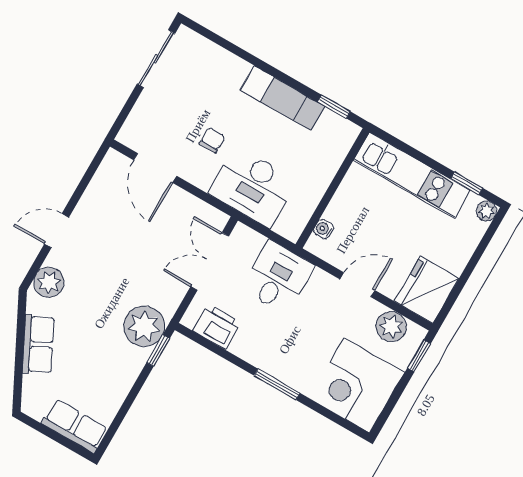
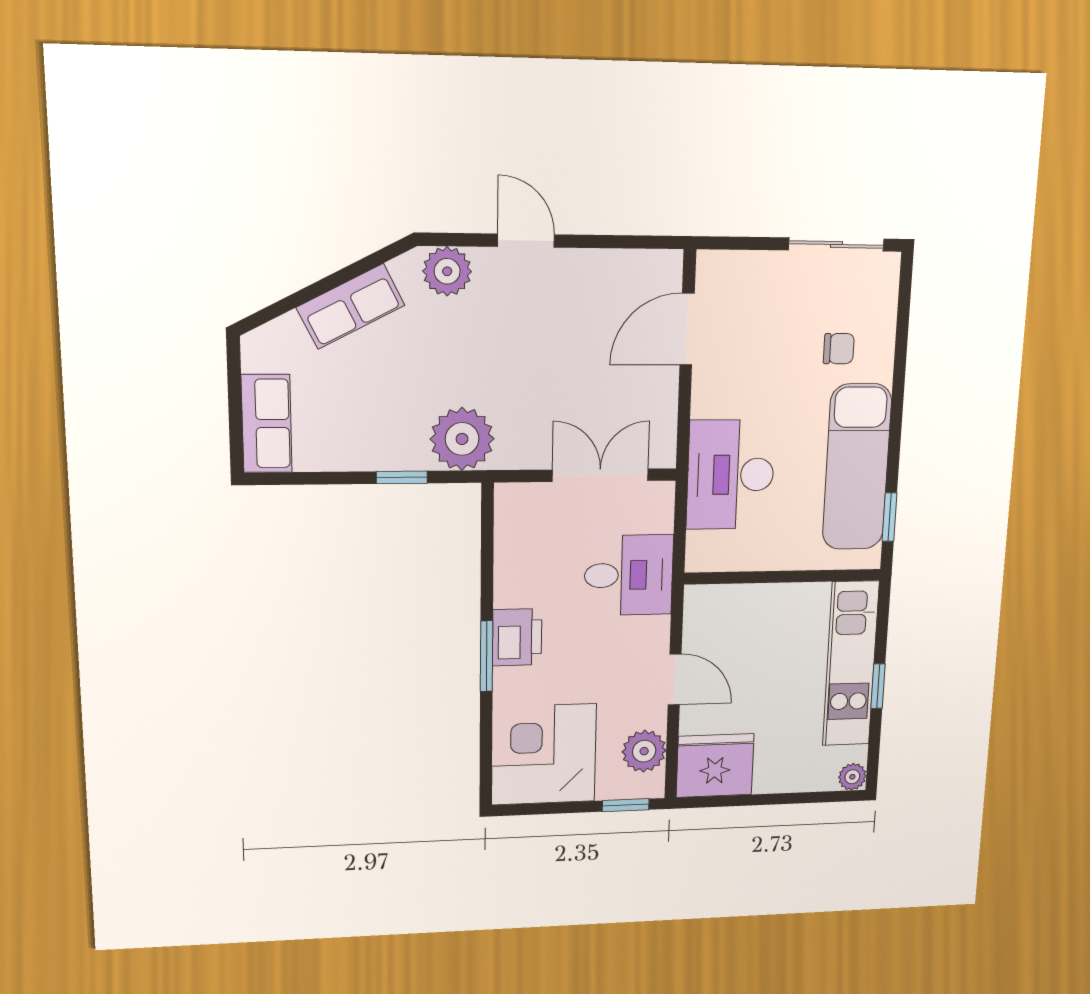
exam couch: (283, 98) -> (857, 467), width x1.36, depth x1.45
chair: (212, 140) -> (839, 349), moved
window: (467, 183) -> (878, 686), moved
water cooler: (323, 229) -> (724, 596), removed
printer: (217, 327) -> (517, 637), moved
window: (158, 351) -> (402, 477), moved

